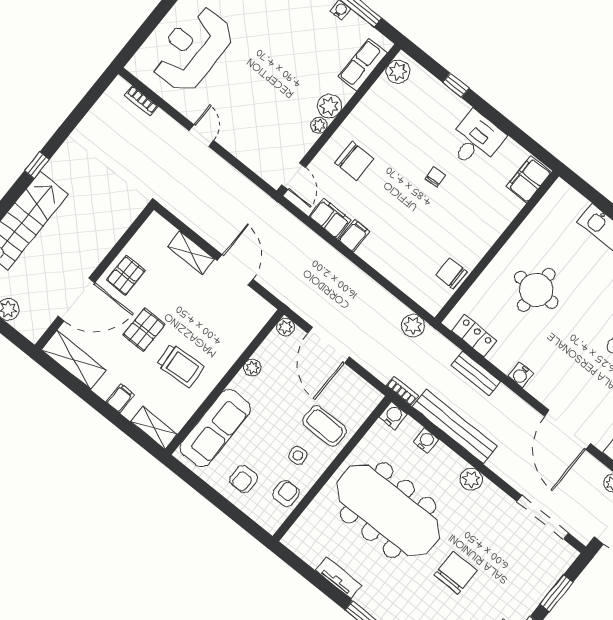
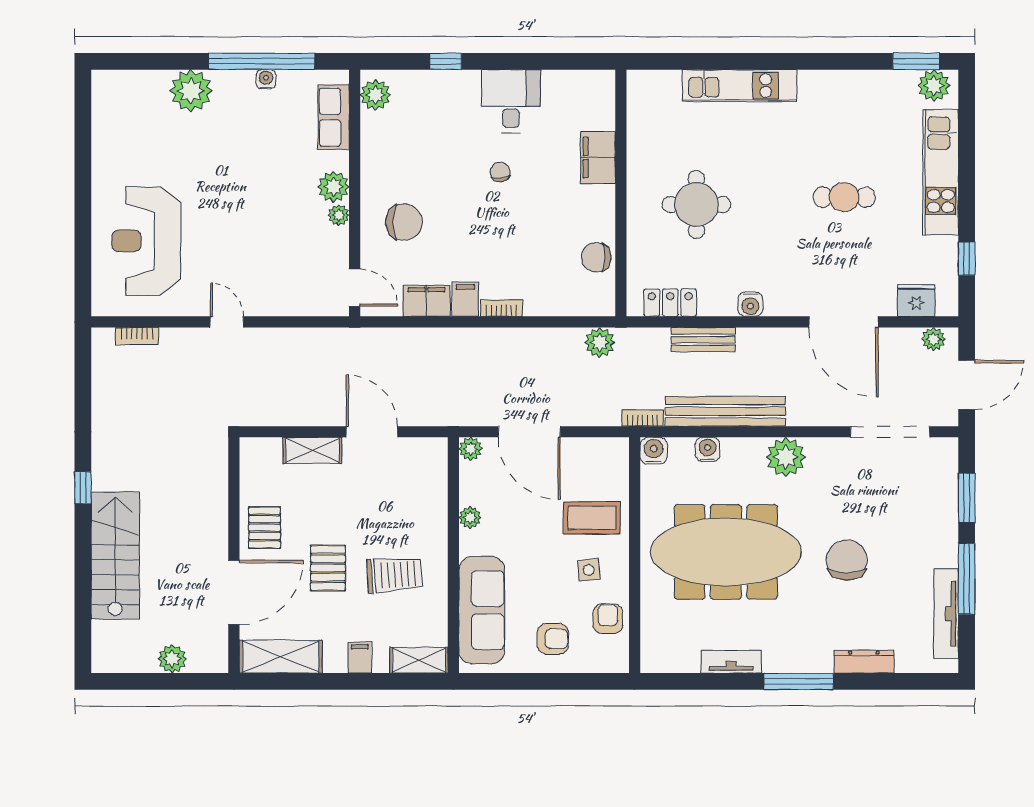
filing cabinet: (529, 179) -> (598, 158), moved
bookcase: (371, 258) -> (501, 308), added
armchair: (244, 479) -> (553, 639), turned -90
plant: (471, 479) -> (786, 457), width x1.36, depth x1.36

